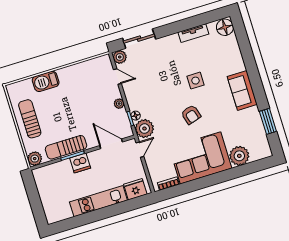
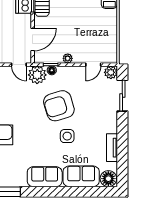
sofa: (231, 55) -> (81, 176), added
armchair: (191, 115) -> (59, 106), moved, width x1.88, depth x1.88

